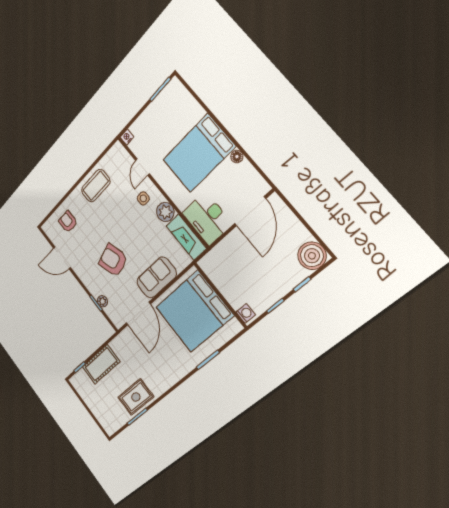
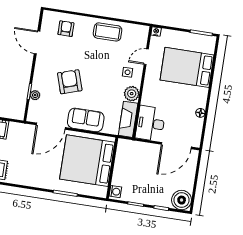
bed: (199, 153) -> (187, 67), moved

